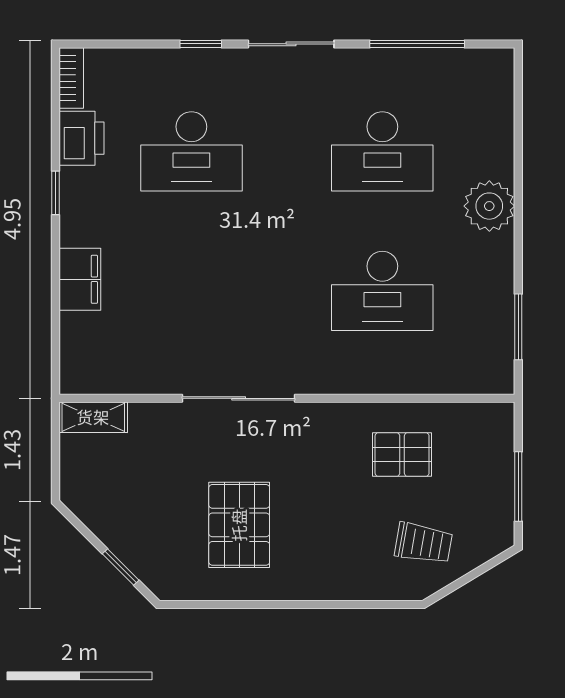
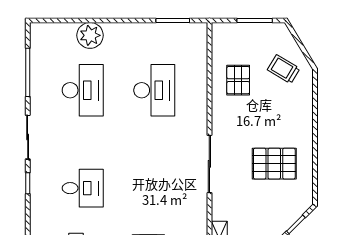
desk: (191, 151) -> (83, 188), width x0.73
plant: (489, 206) -> (90, 35), moved
trolley: (423, 543) -> (284, 69), turned -69

